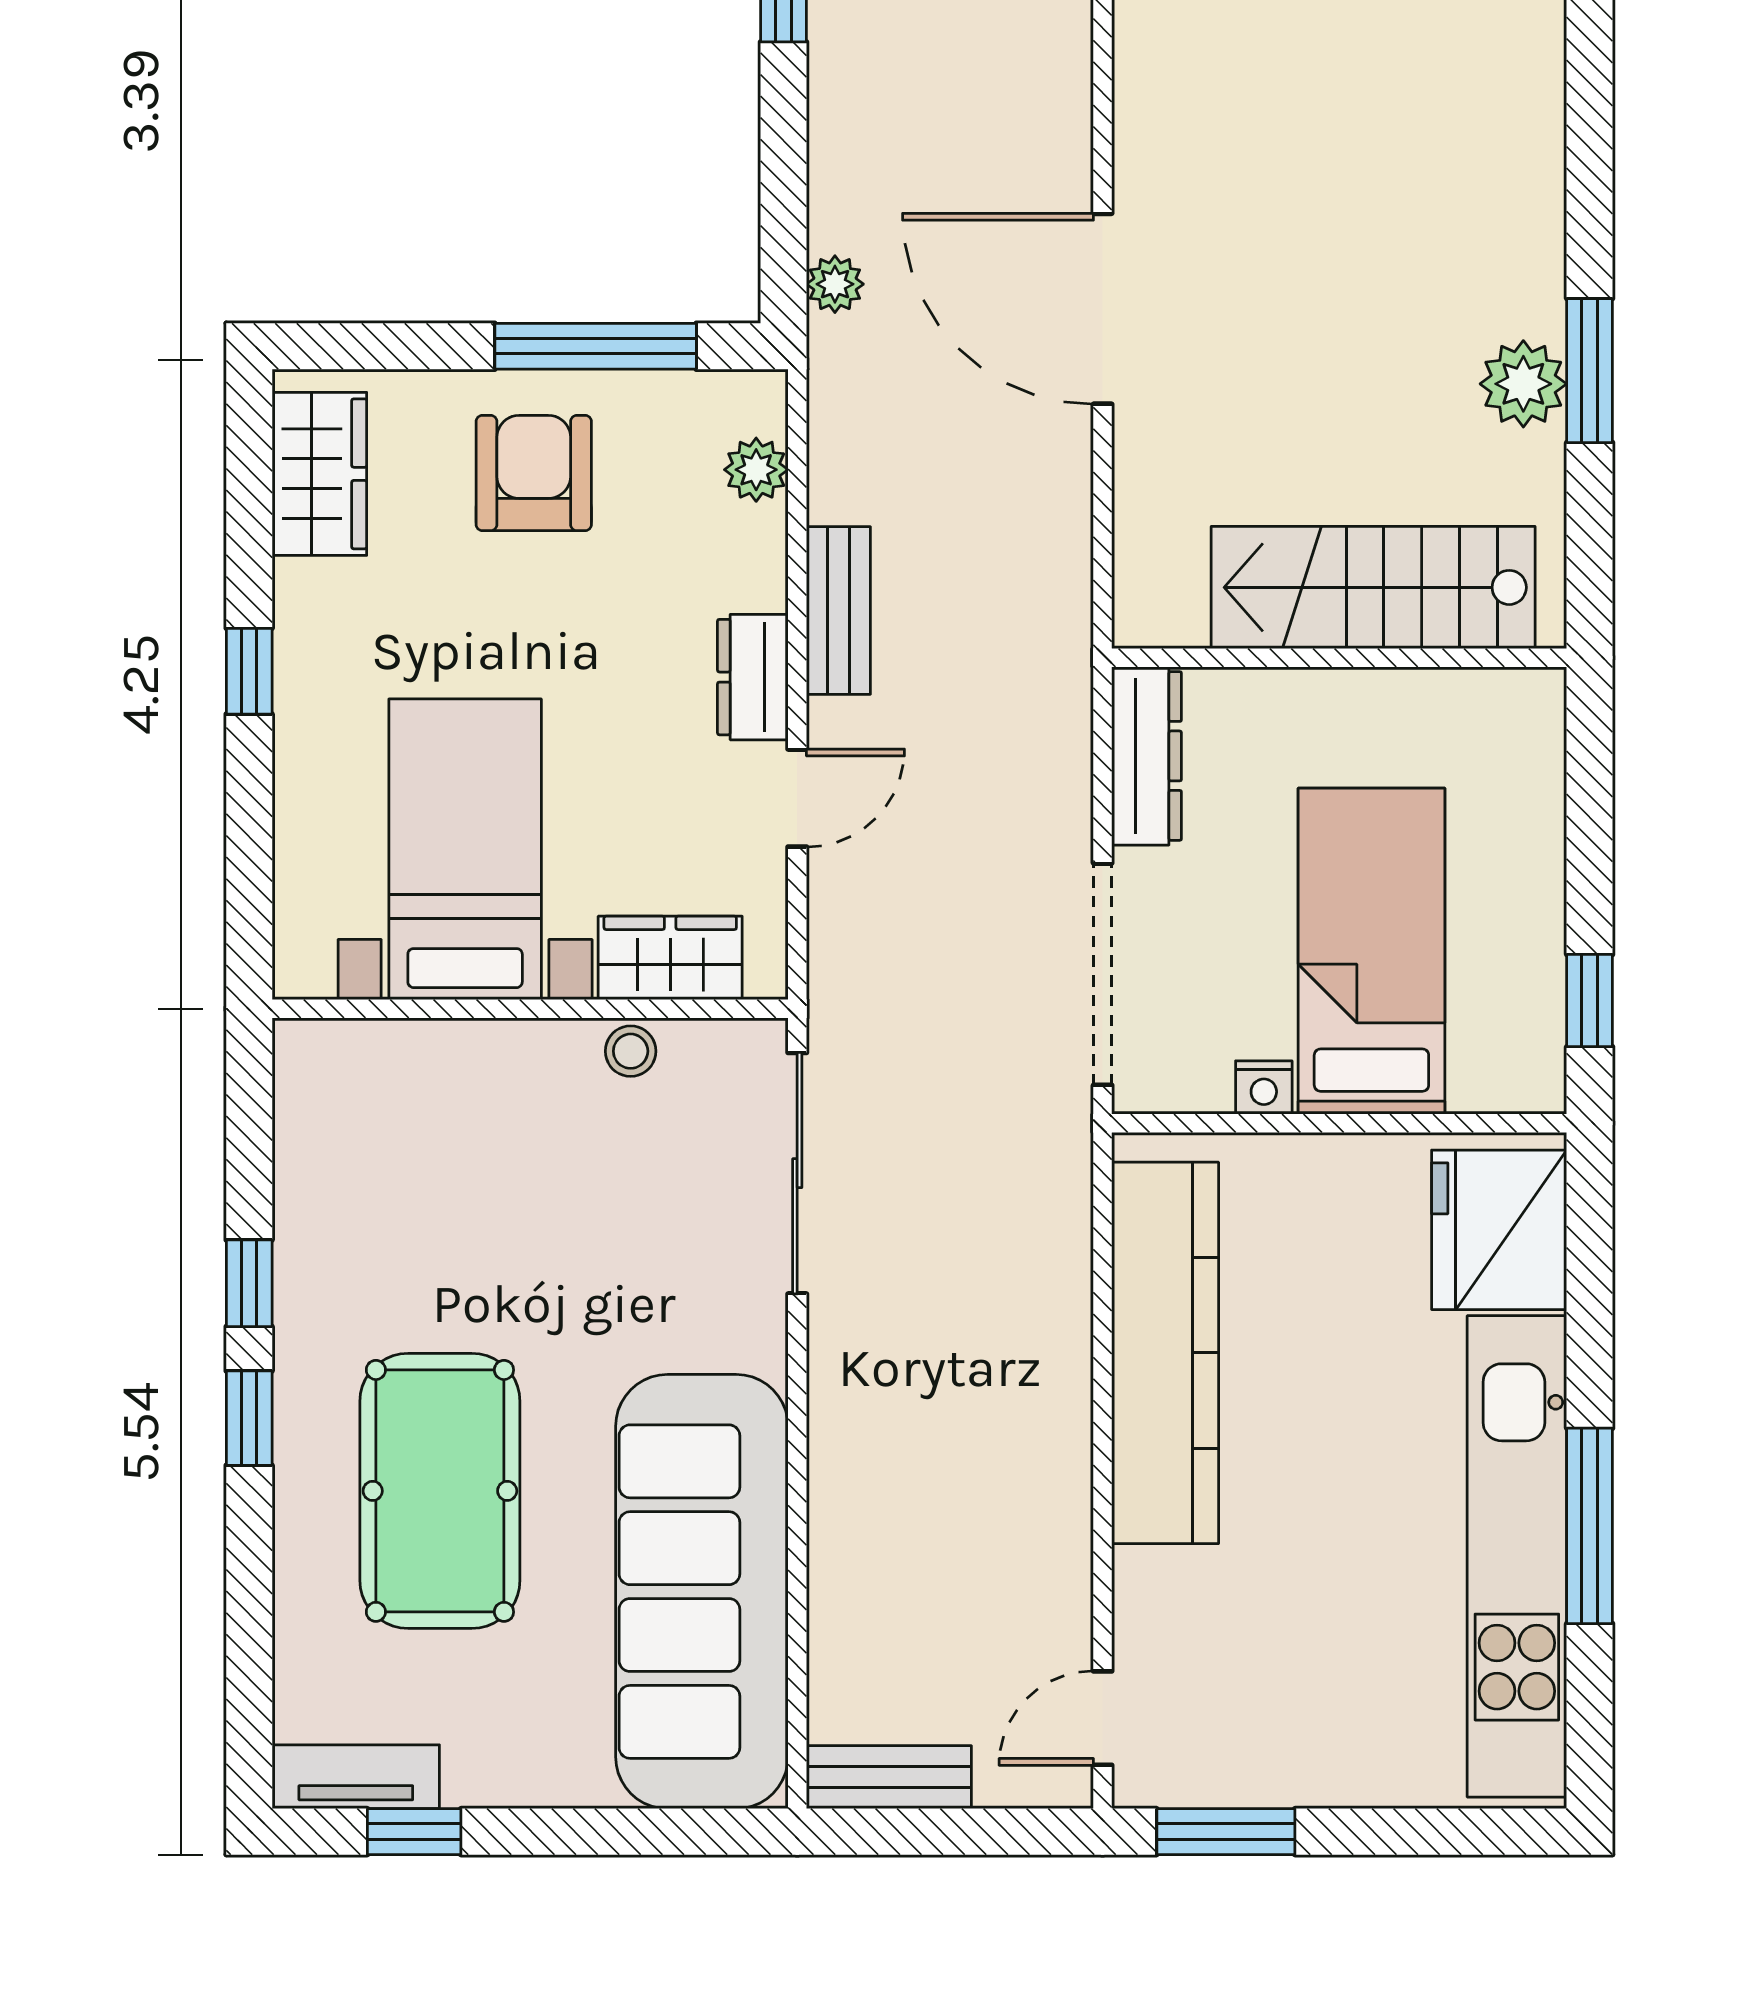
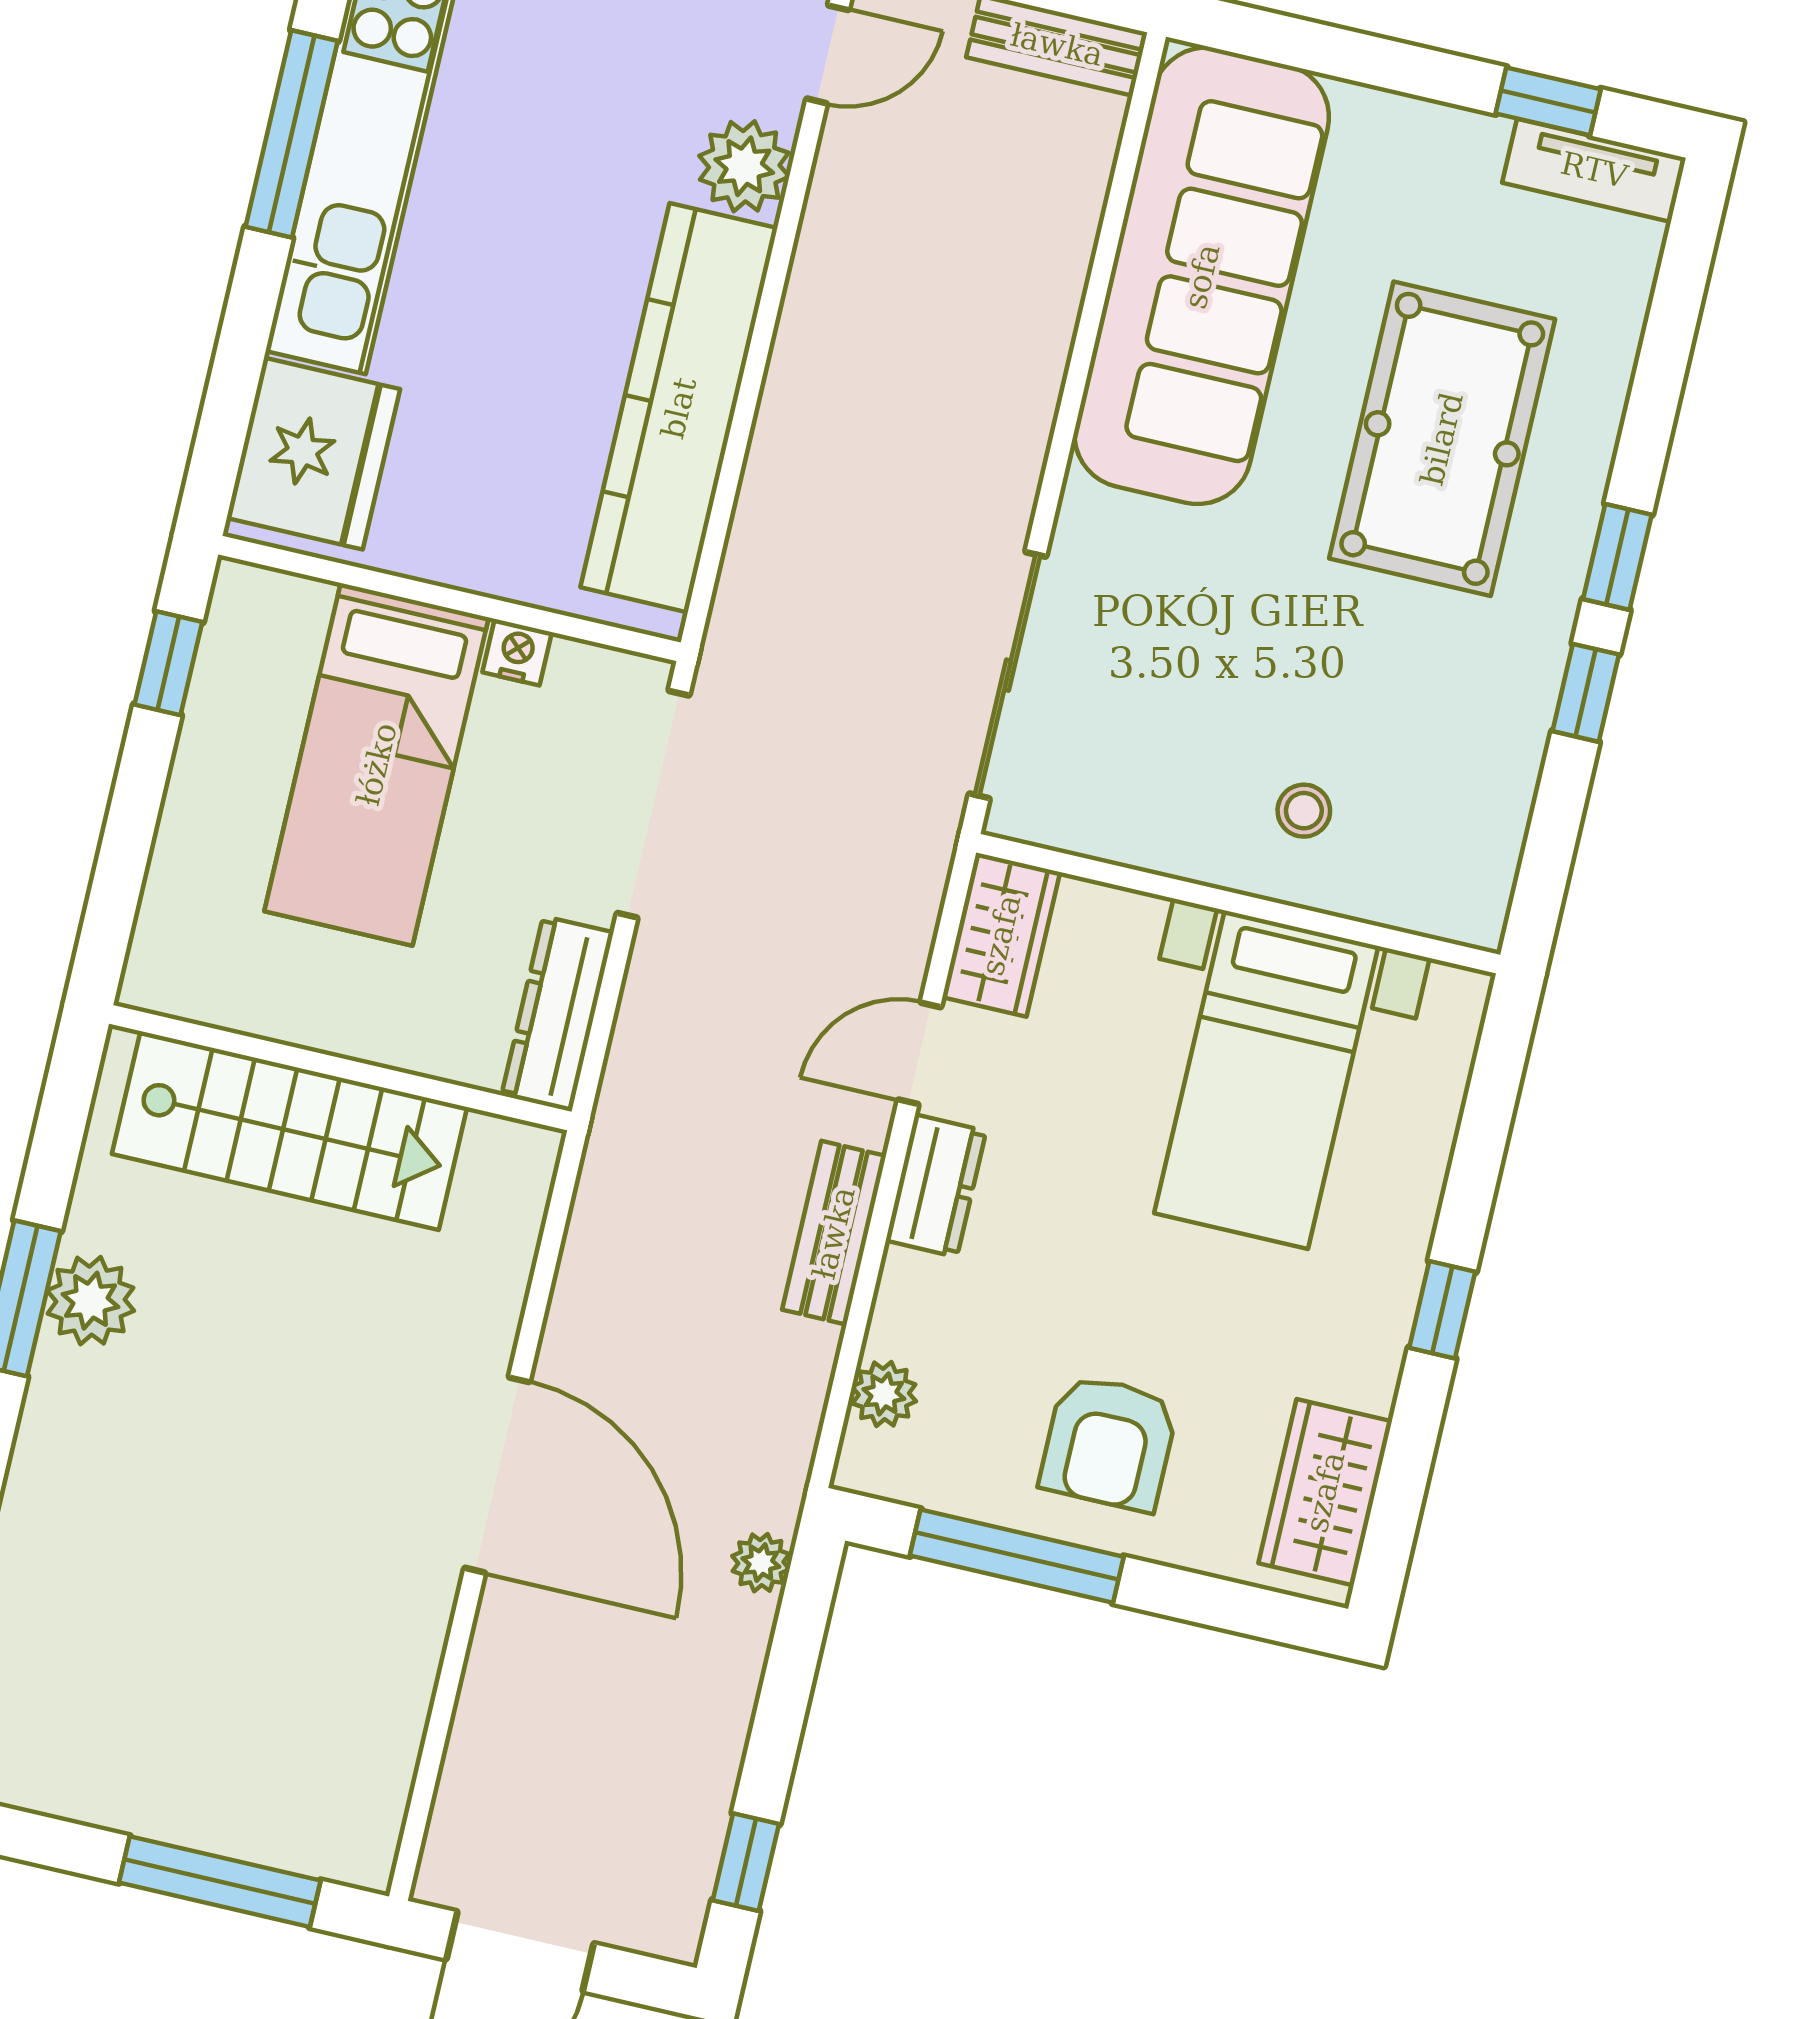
wardrobe: (670, 958) -> (1001, 935), moved, turned -90
stool: (631, 1051) -> (1304, 811), moved
plant: (1156, 1595) -> (744, 166), added

